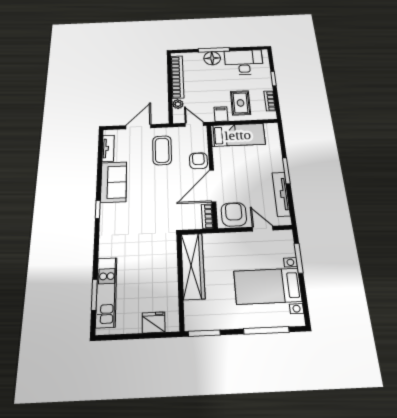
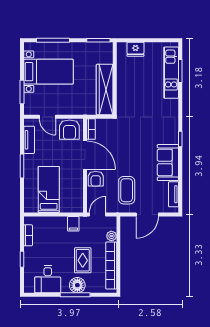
desk: (244, 62) -> (48, 279), width x0.73
rug: (240, 103) -> (83, 260), moved
door: (194, 124) -> (98, 214), swing flipped
bed: (238, 135) -> (49, 189), moved, turned 90
door: (213, 186) -> (85, 155), hinge flipped
tv unit: (281, 194) -> (29, 140), width x0.71

